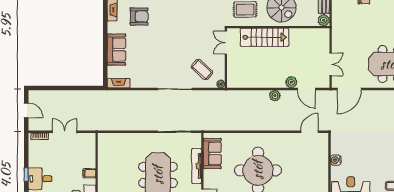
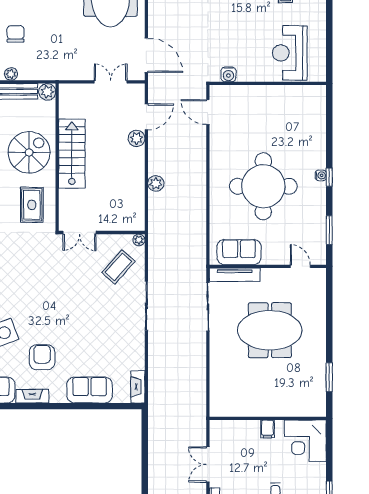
stairs: (265, 37) -> (72, 154), moved
plant: (275, 96) -> (156, 183), moved
water cooler: (336, 160) -> (228, 74), moved
tv unit: (197, 166) -> (235, 275), moved

